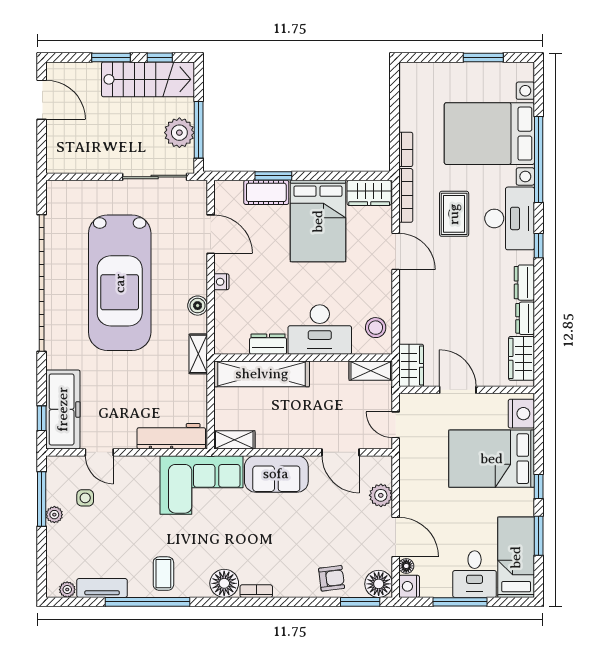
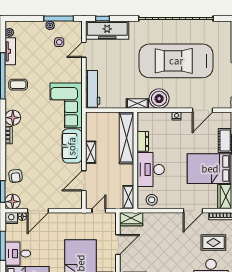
boiler: (198, 306) -> (159, 99), width x1.86, depth x1.86
shelving: (234, 440) -> (91, 152), moved
plant: (381, 495) -> (61, 203), removed

